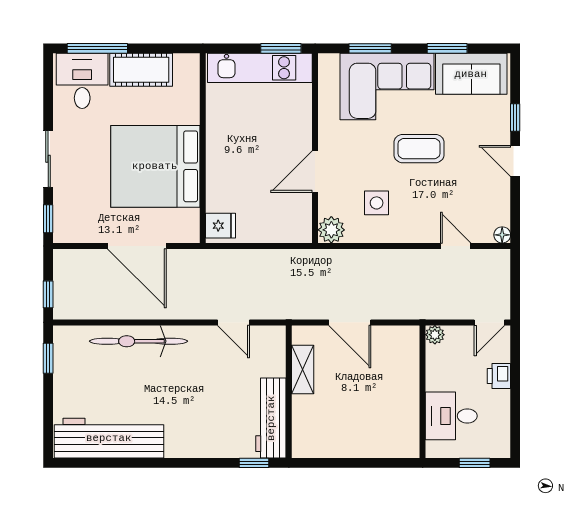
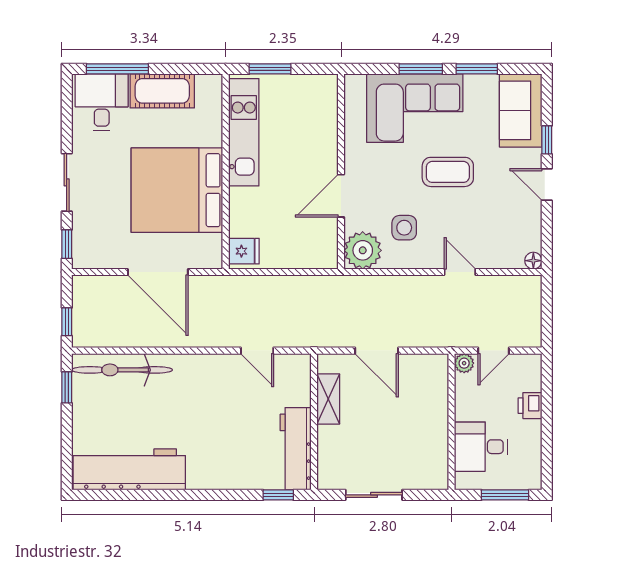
window: (281, 48) -> (270, 69), moved
window: (370, 48) -> (421, 69), moved
kitchen unit: (260, 68) -> (244, 132), moved, turned -90
sofa: (471, 74) -> (521, 110), moved, turned 90
plant: (331, 230) -> (363, 250), width x1.36, depth x1.36
door: (456, 246) -> (460, 272), moved
door: (489, 322) -> (494, 351), moved
bicycle: (138, 341) -> (122, 370), moved
sliding door: (347, 463) -> (374, 495), added
window: (475, 463) -> (505, 495), width x1.50

